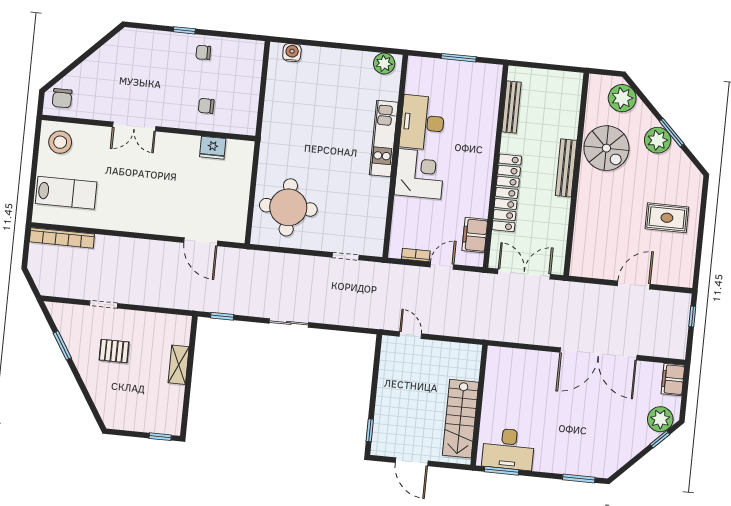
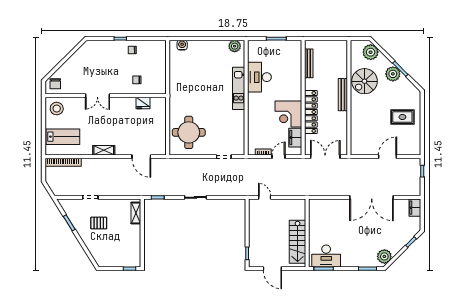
spiral stairs: (606, 148) -> (364, 81), turned 90
corner desk: (420, 174) -> (288, 114), moved, turned 180
shelving: (136, 224) -> (104, 150), added
shelving: (179, 365) -> (136, 213), moved
plant: (660, 419) -> (384, 256), moved

